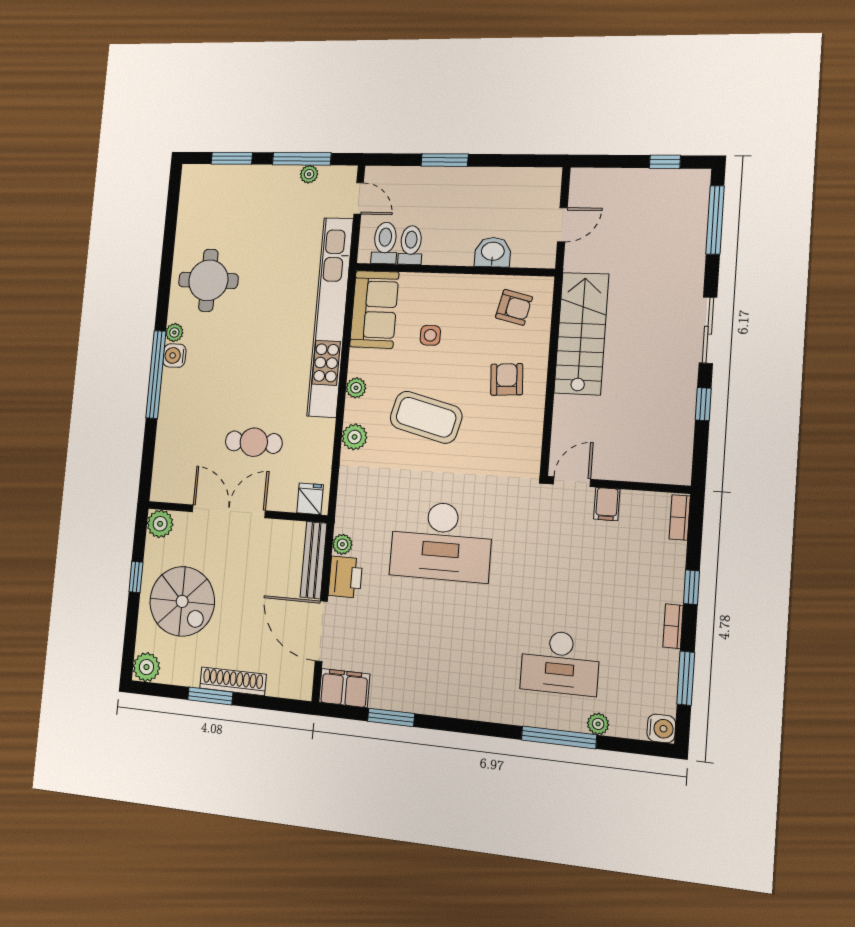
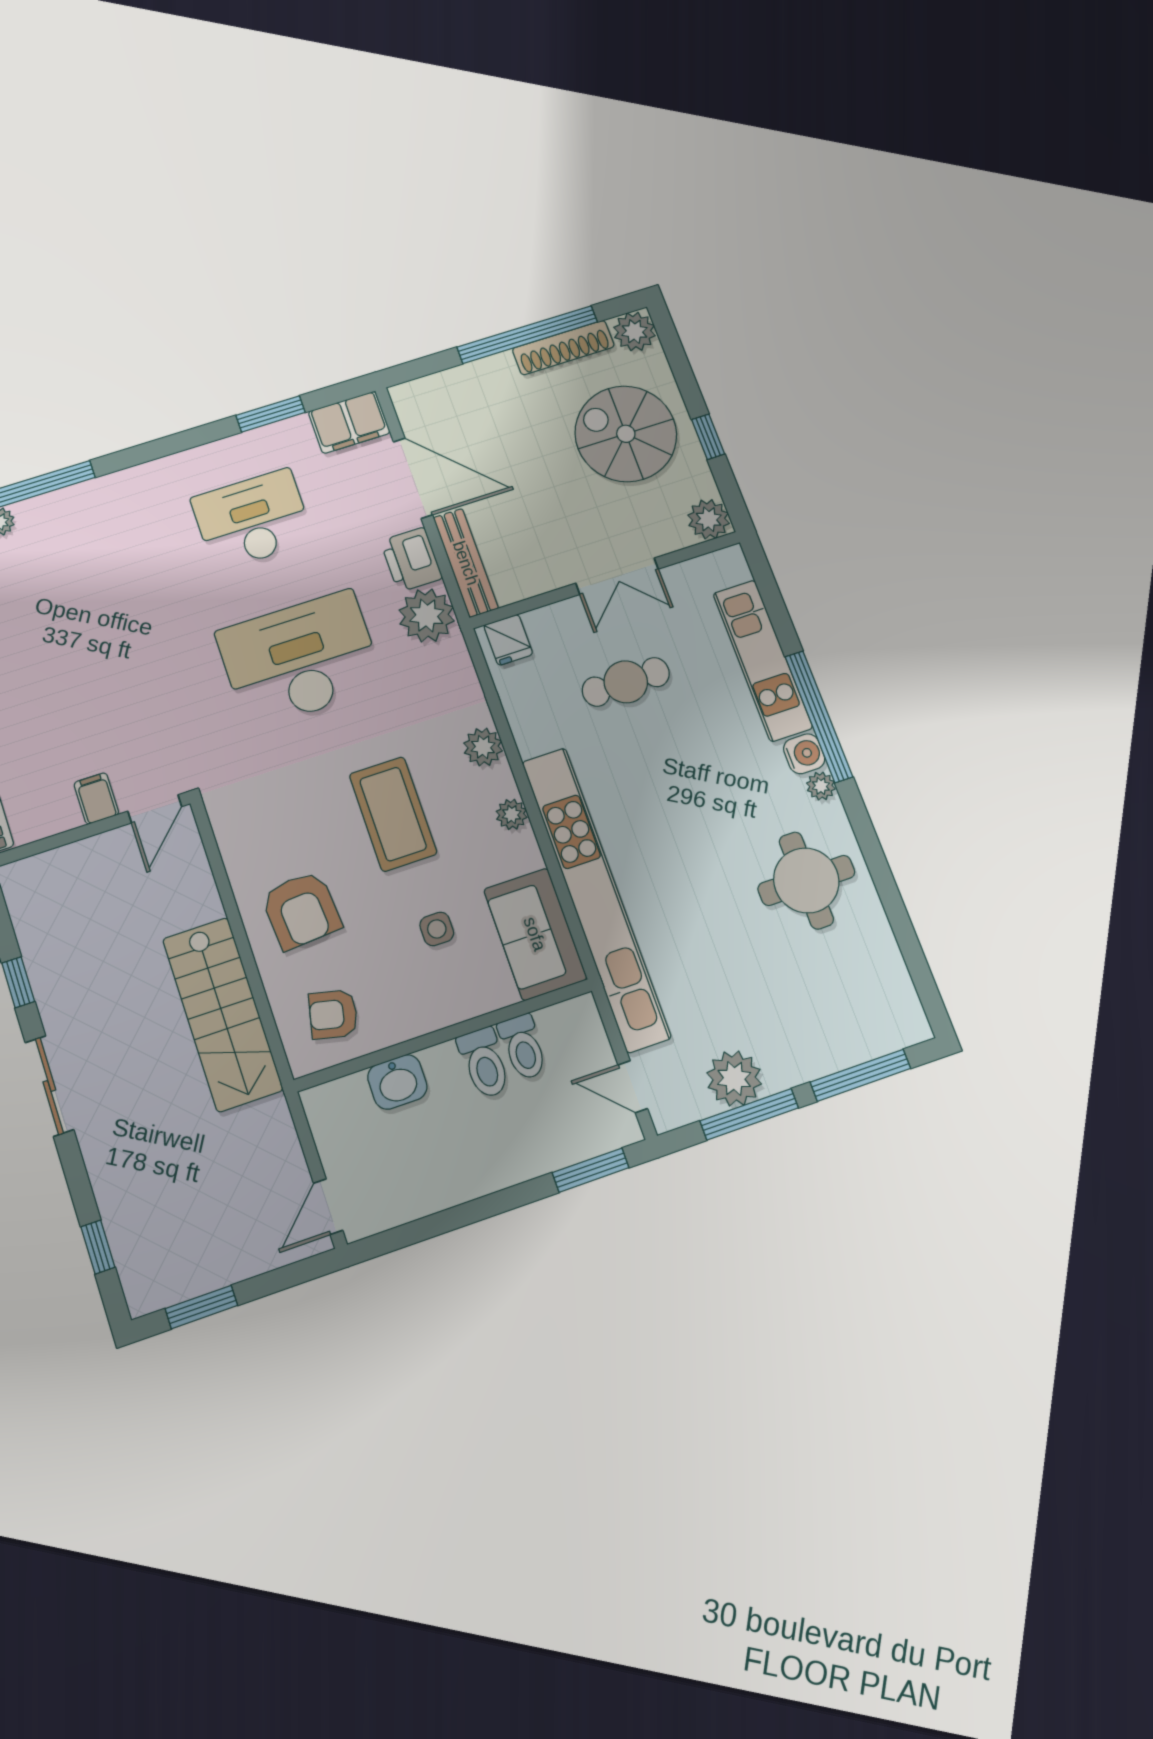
window: (232, 158) -> (860, 1075), width x1.44
window: (445, 160) -> (591, 1170), moved
window: (665, 162) -> (201, 1307), width x1.50
plant: (309, 174) -> (734, 1078), width x1.88, depth x1.88
window: (715, 220) -> (98, 1247), width x0.46
door: (562, 225) -> (328, 1207), moved
toilet: (385, 243) -> (484, 1063), moved
armchair: (507, 379) -> (301, 910), width x1.38, depth x1.38
coffee table: (426, 417) -> (393, 814), turned 76
kitchen unit: (171, 422) -> (763, 660), added
double door: (229, 511) -> (617, 576), width x0.73
plant: (342, 544) -> (427, 616), width x1.88, depth x1.88
desk: (560, 663) -> (252, 520), moved
shoe rack: (233, 681) -> (563, 348), moved
window: (210, 696) -> (527, 335), width x2.11

